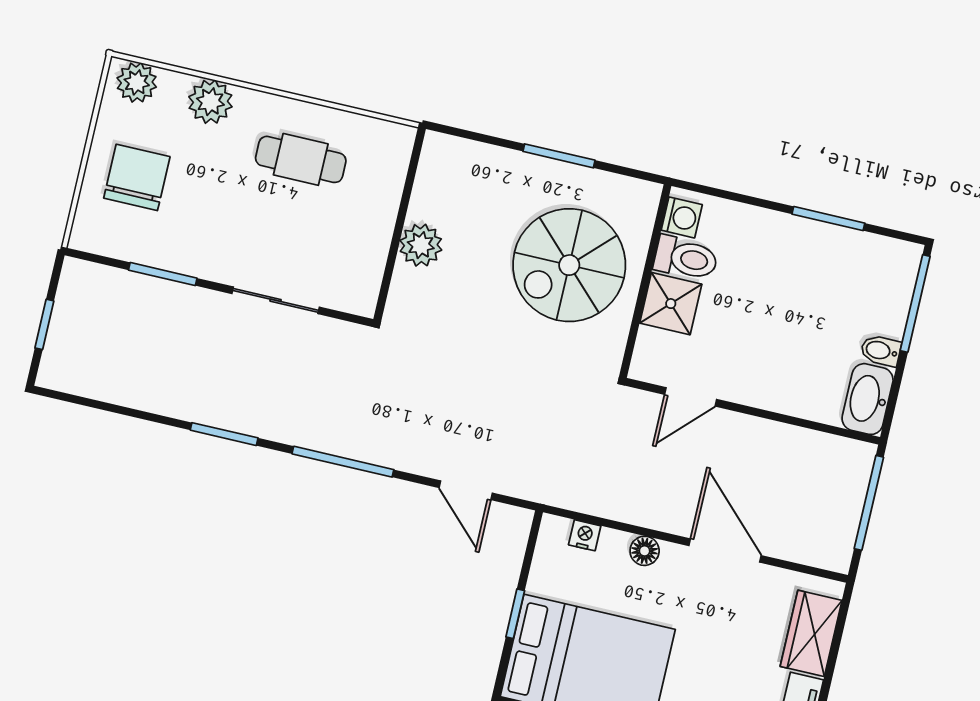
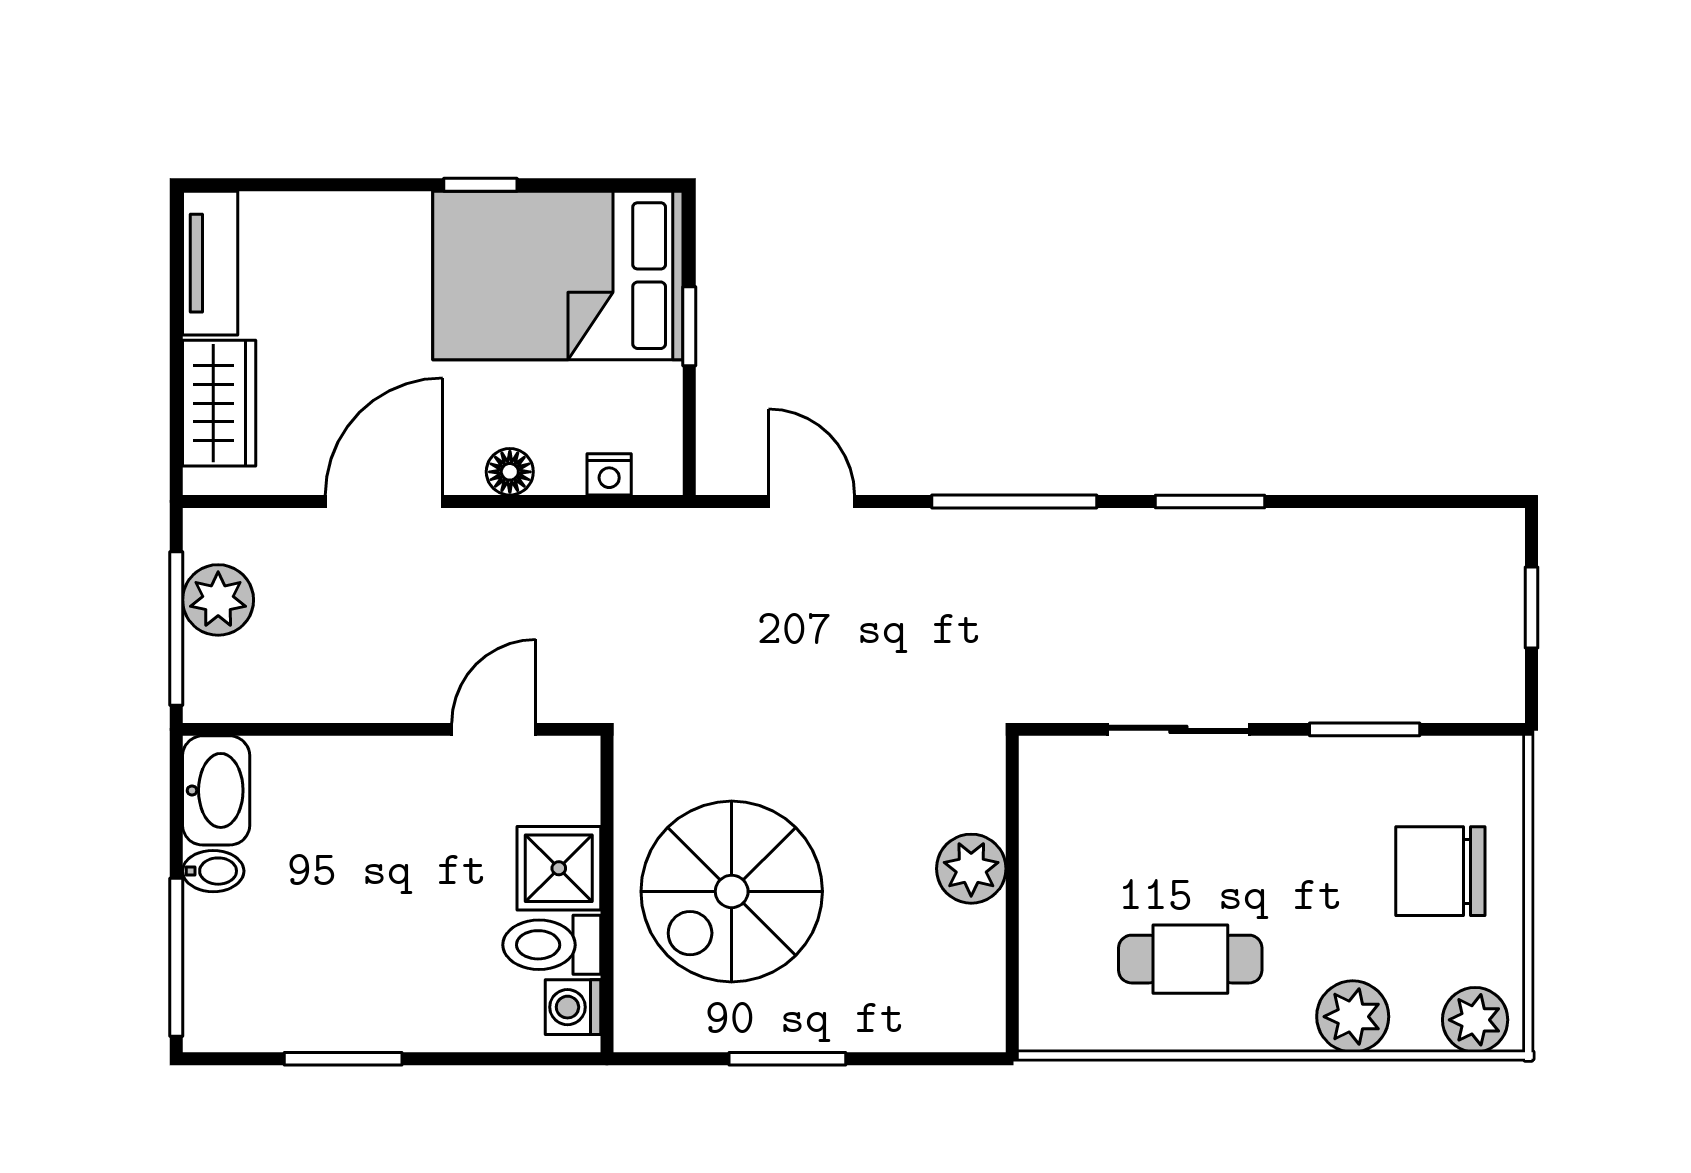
chair: (137, 177) -> (1440, 871), turned 90
spiral stairs: (569, 265) -> (732, 891), turned 180
plant: (839, 514) -> (218, 600), added
door: (725, 551) -> (384, 501), swing flipped

